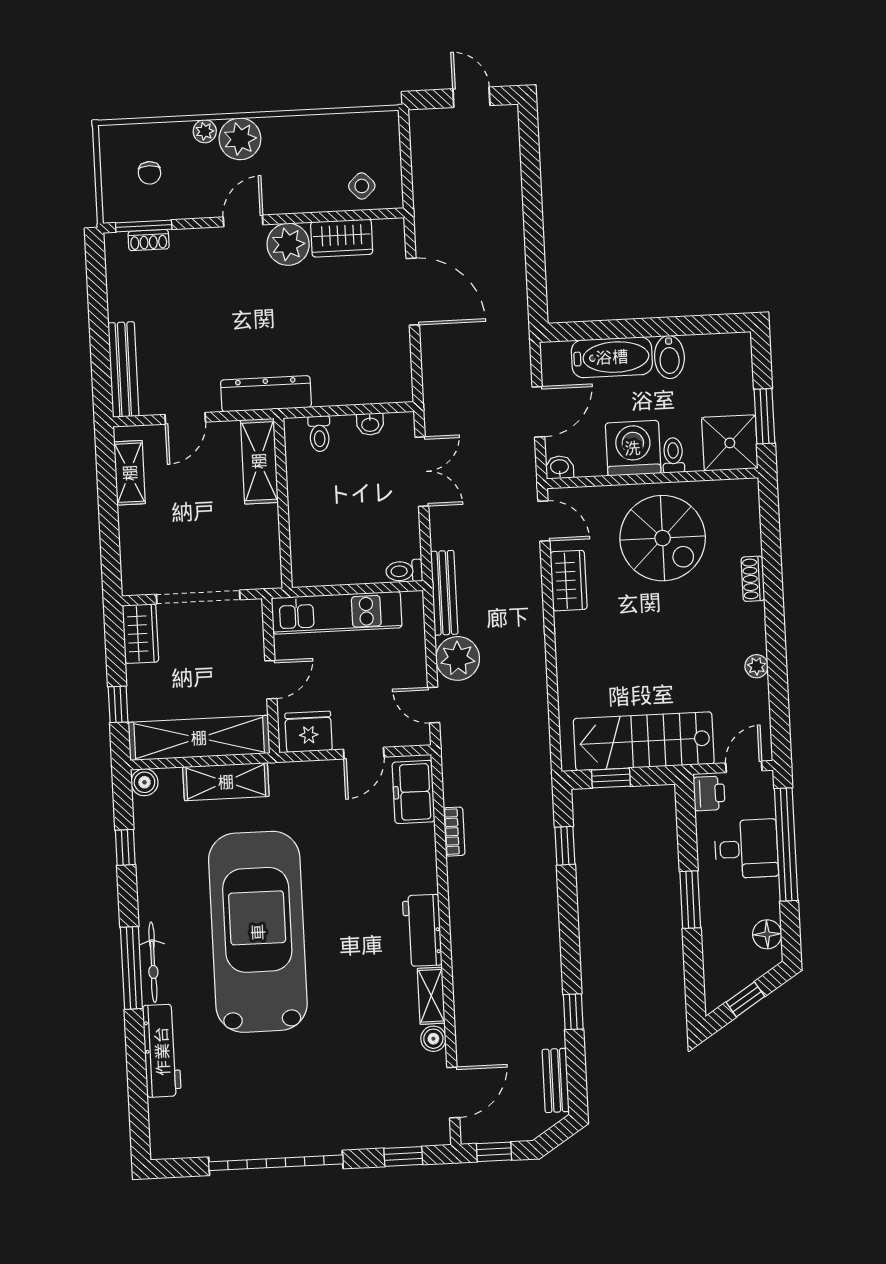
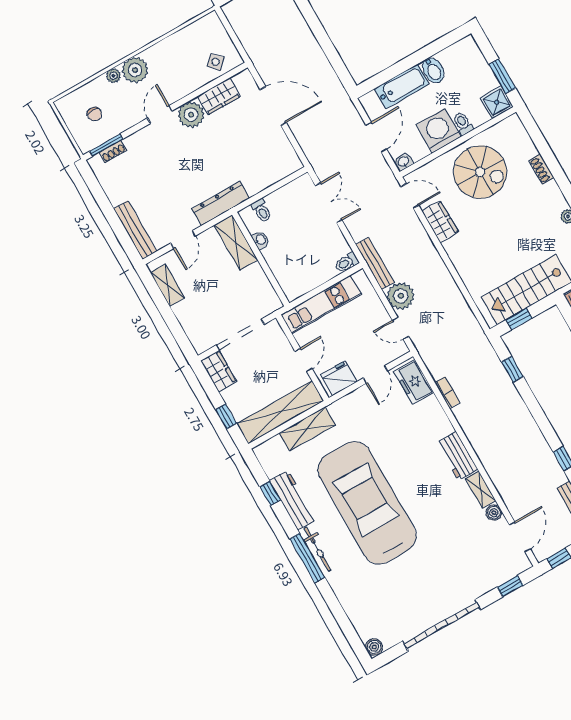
washbasin: (370, 424) -> (260, 240), moved, turned -90
shower: (730, 443) -> (497, 102), width x0.73, depth x0.73
boiler: (144, 782) -> (374, 647), moved
workbench: (162, 1051) -> (293, 500), moved

